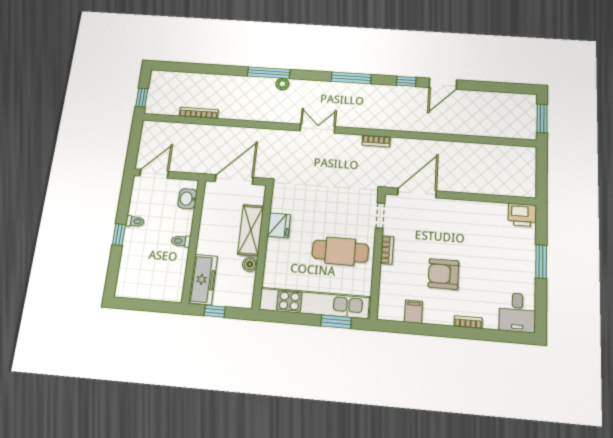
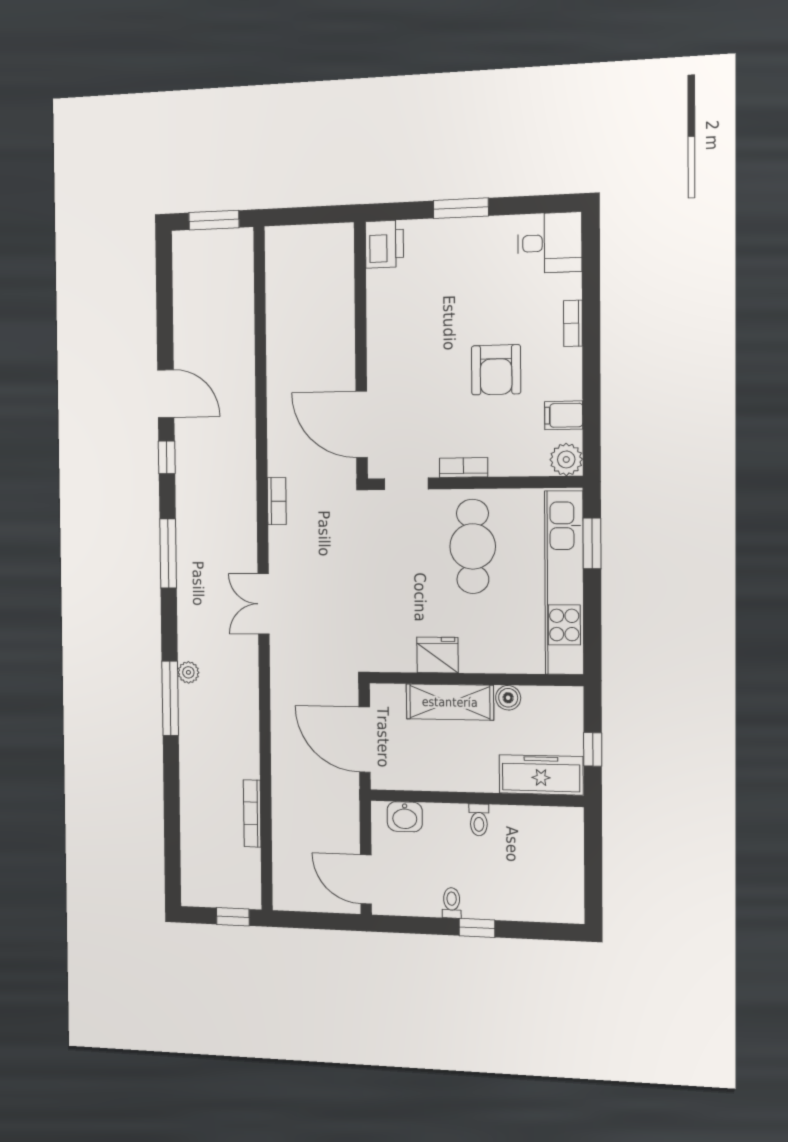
plant: (387, 311) -> (566, 459), added

